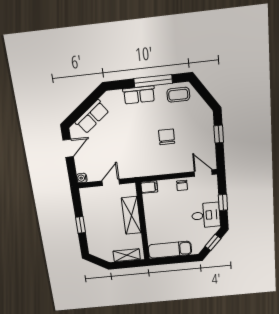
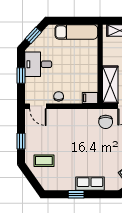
window: (153, 81) -> (76, 194), width x0.46
coffee table: (178, 95) -> (44, 161), moved
chair: (167, 137) -> (106, 122), moved
shelving: (131, 215) -> (110, 85), moved

